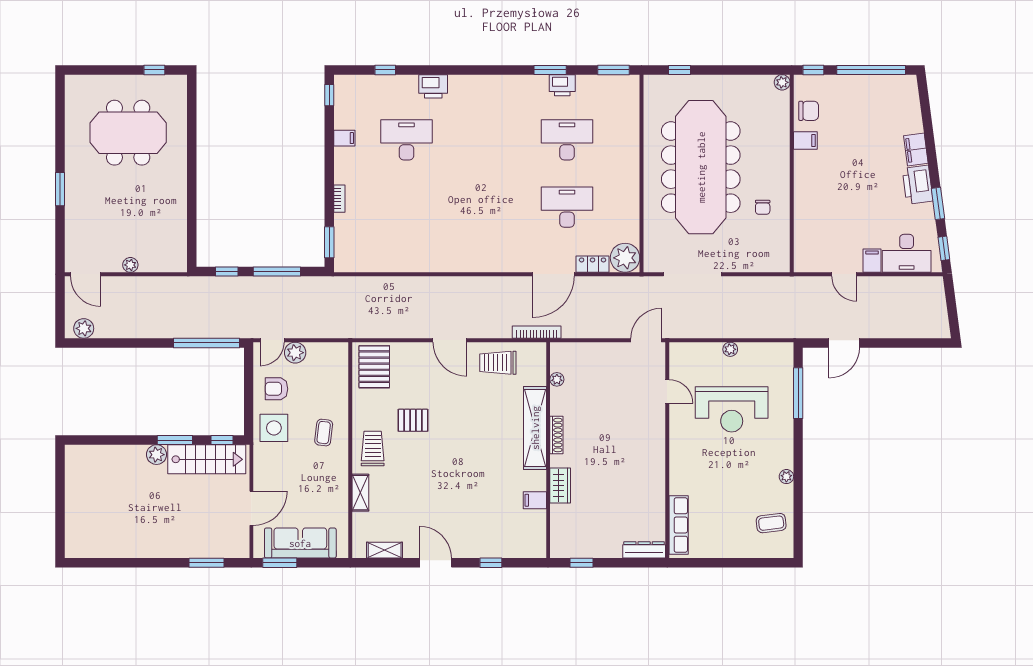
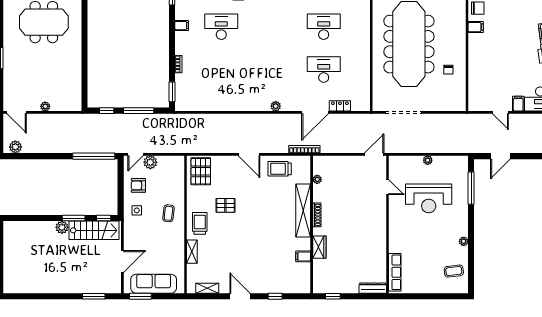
plant: (625, 258) -> (276, 106), moved, width x0.53, depth x0.53
side table: (274, 428) -> (137, 210), width x0.54, depth x0.54

